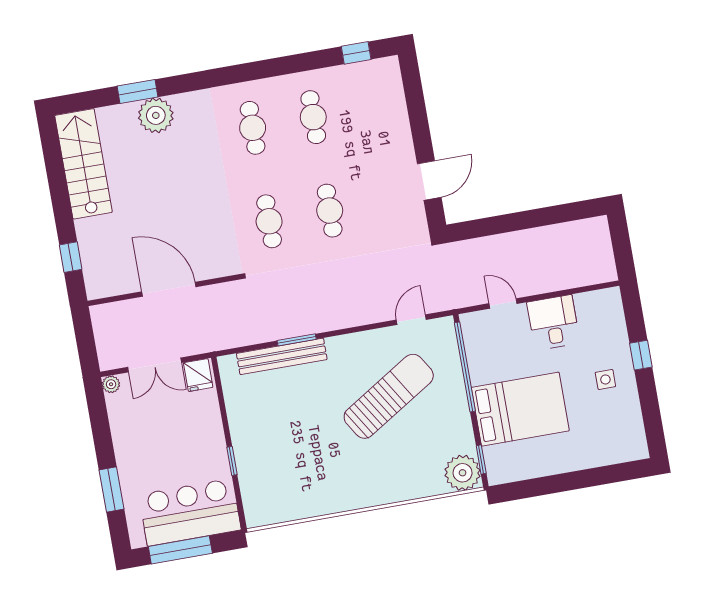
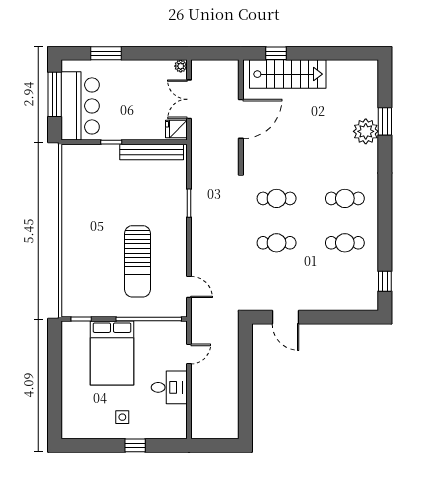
stairs: (84, 164) -> (288, 74), moved
bench: (282, 356) -> (152, 152), moved, turned 90
sun lounger: (389, 396) -> (137, 261), turned 32
plant: (463, 473) -> (74, 304), removed

